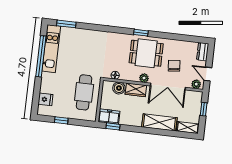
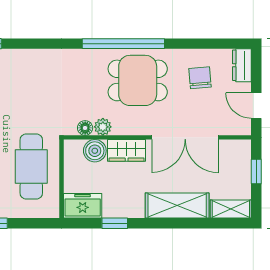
window: (141, 33) -> (123, 44), width x3.17
chair: (174, 66) -> (200, 78), moved
plant: (144, 78) -> (103, 127), moved
plant: (196, 84) -> (237, 127), removed
window: (113, 126) -> (115, 223), moved

